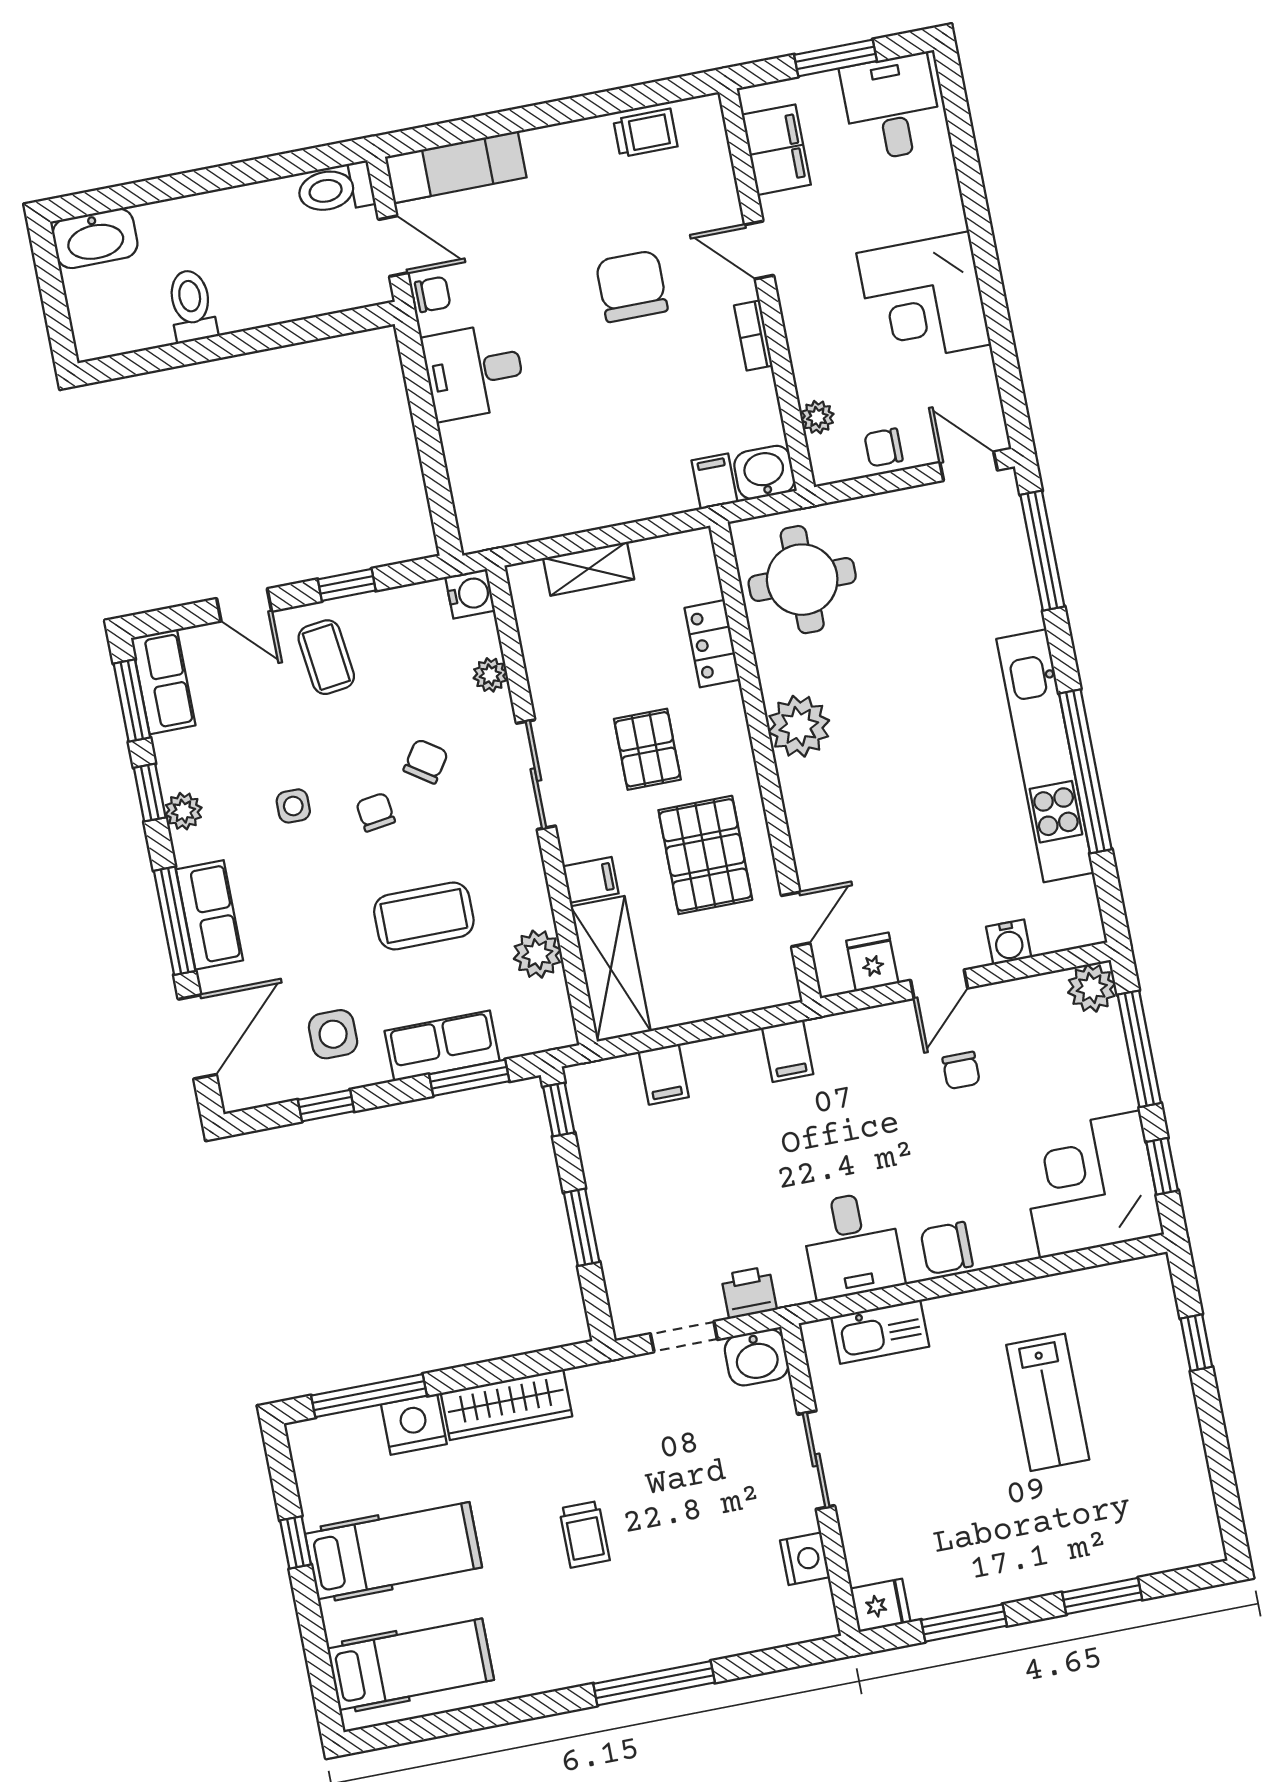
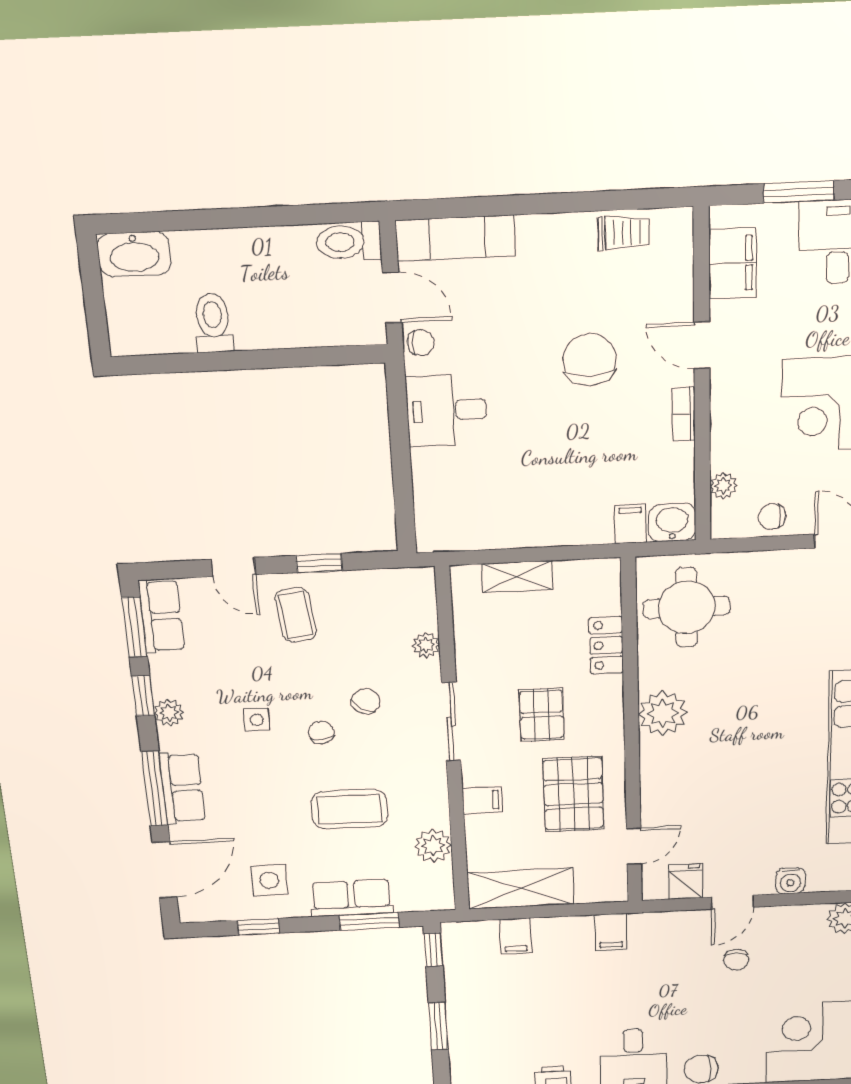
water cooler: (470, 594) -> (419, 583), removed
shelving: (611, 969) -> (521, 888), moved, turned 90

